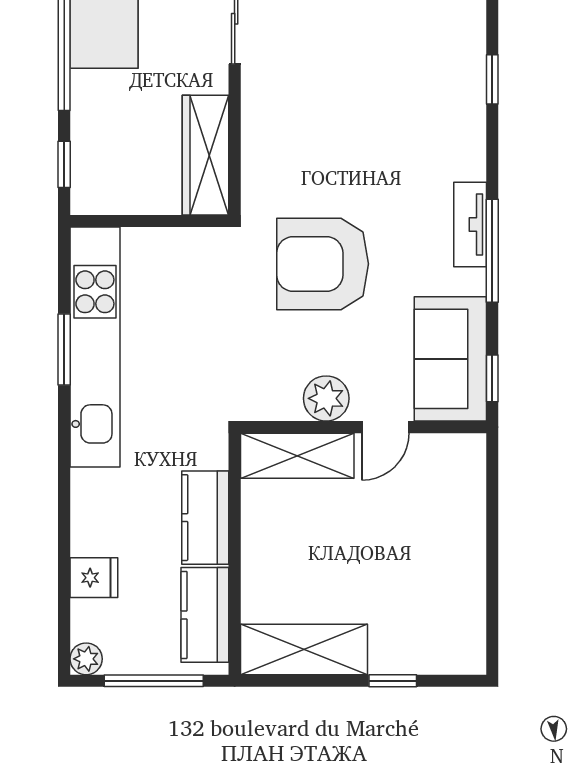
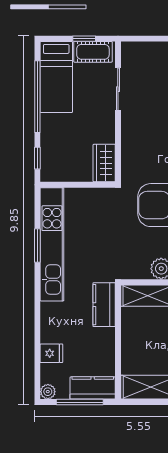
wardrobe: (206, 155) -> (104, 163), width x0.67
kitchen counter: (205, 518) -> (104, 305), moved
kitchen counter: (205, 615) -> (93, 388), moved, turned 90

